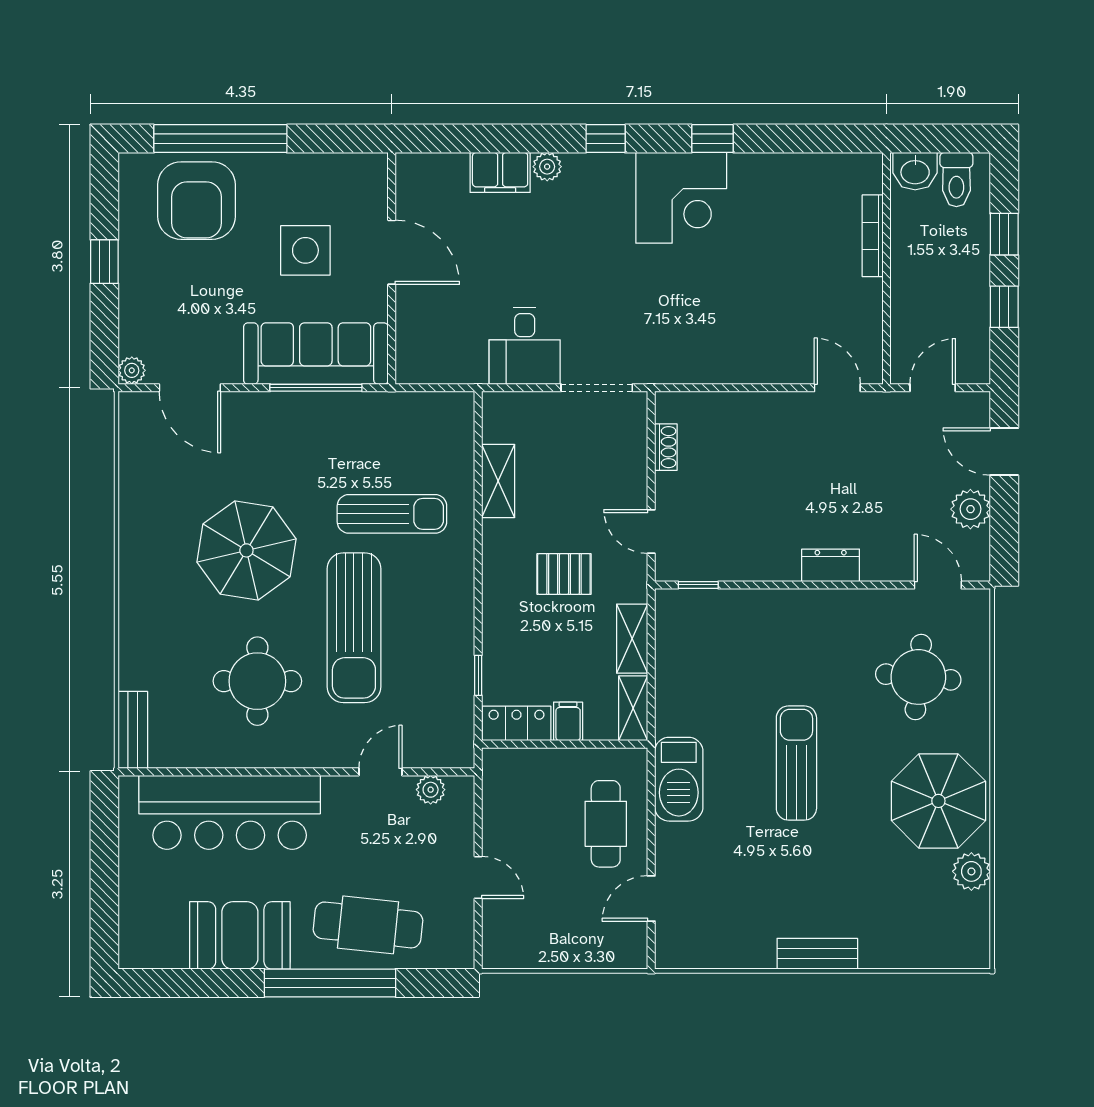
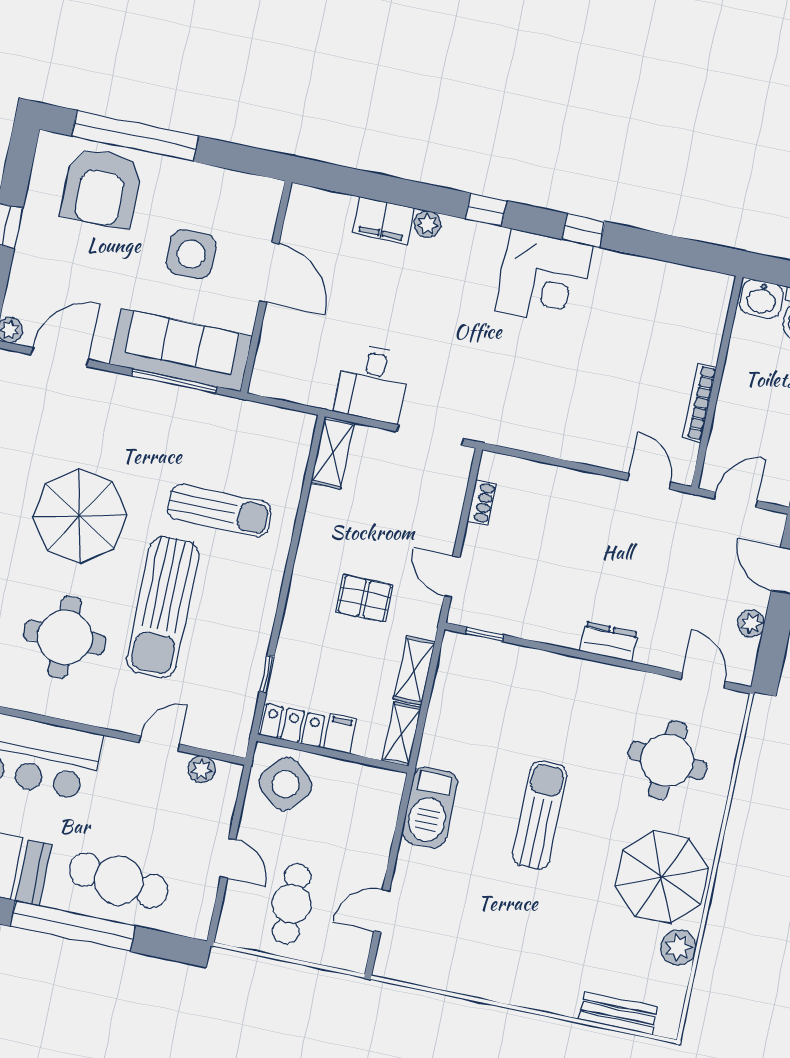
bookcase: (873, 236) -> (699, 403), moved
door: (190, 388) -> (60, 357), swing flipped
shelving: (498, 481) -> (332, 453), moved
plant: (970, 509) -> (751, 623), width x0.73, depth x0.73
side table: (522, 787) -> (285, 784), added
cafe table: (606, 824) -> (292, 904), moved
bench: (817, 954) -> (618, 1013), moved

